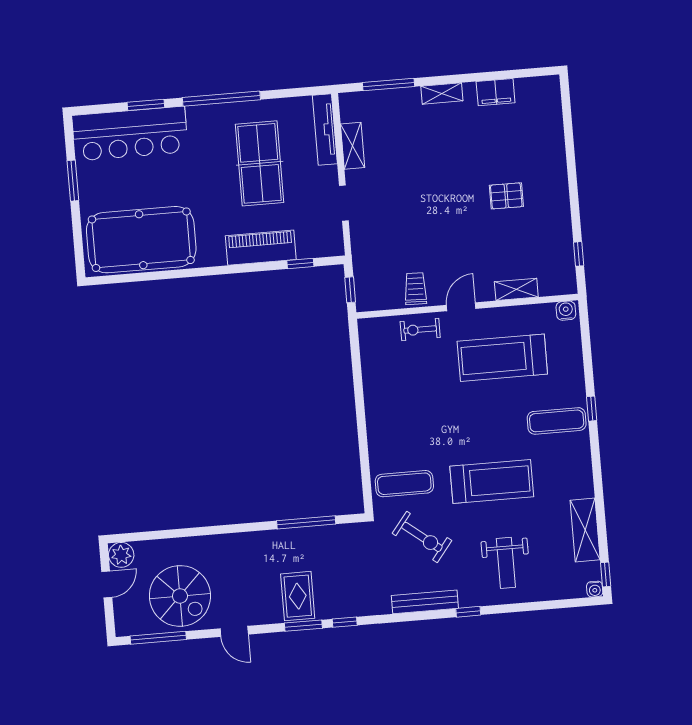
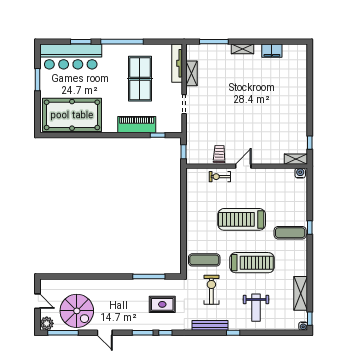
pallet: (506, 196) -> (273, 108), removed
shelving: (516, 289) -> (296, 159), moved
treadmill: (502, 358) -> (242, 219), moved
exercise bike: (422, 537) -> (211, 290), turned -128
plant: (121, 555) -> (47, 323), moved
door: (107, 584) -> (37, 301), hinge flipped
rug: (298, 596) -> (162, 304), moved, turned 90

